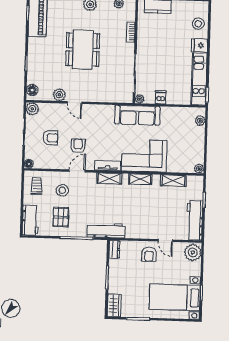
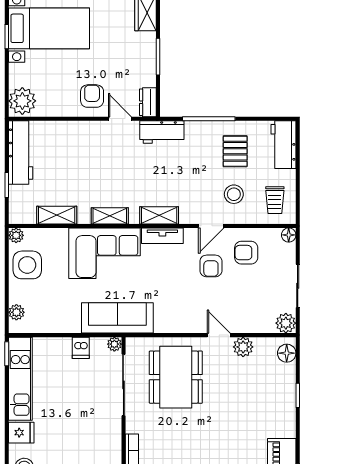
dining table: (83, 50) -> (176, 377), moved
armchair: (50, 138) -> (246, 253), moved
side table: (193, 150) -> (27, 265), added
workbench: (106, 230) -> (162, 132), width x0.73
door: (165, 241) -> (120, 119), moved

